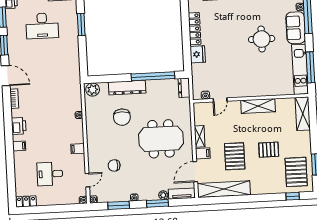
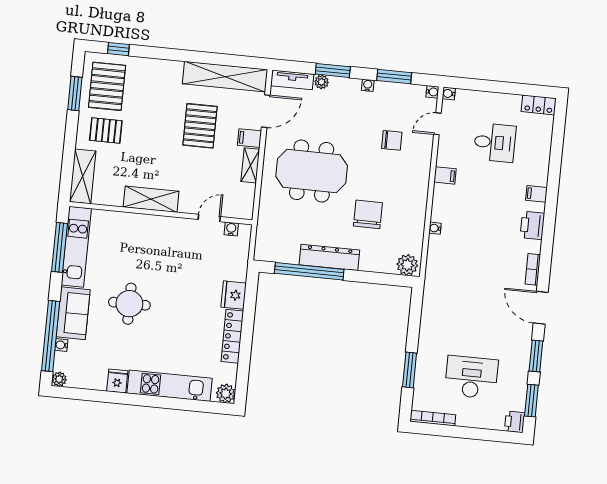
dresser: (127, 88) -> (329, 257), moved
dresser: (184, 88) -> (263, 246), removed
pallet: (269, 150) -> (106, 131), moved

